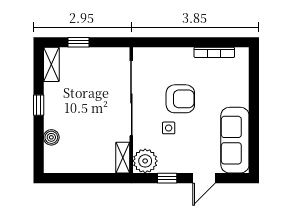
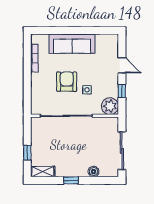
sofa: (235, 140) -> (72, 44), moved
shelving: (123, 158) -> (108, 122), removed
sliding door: (81, 178) -> (122, 151), added

